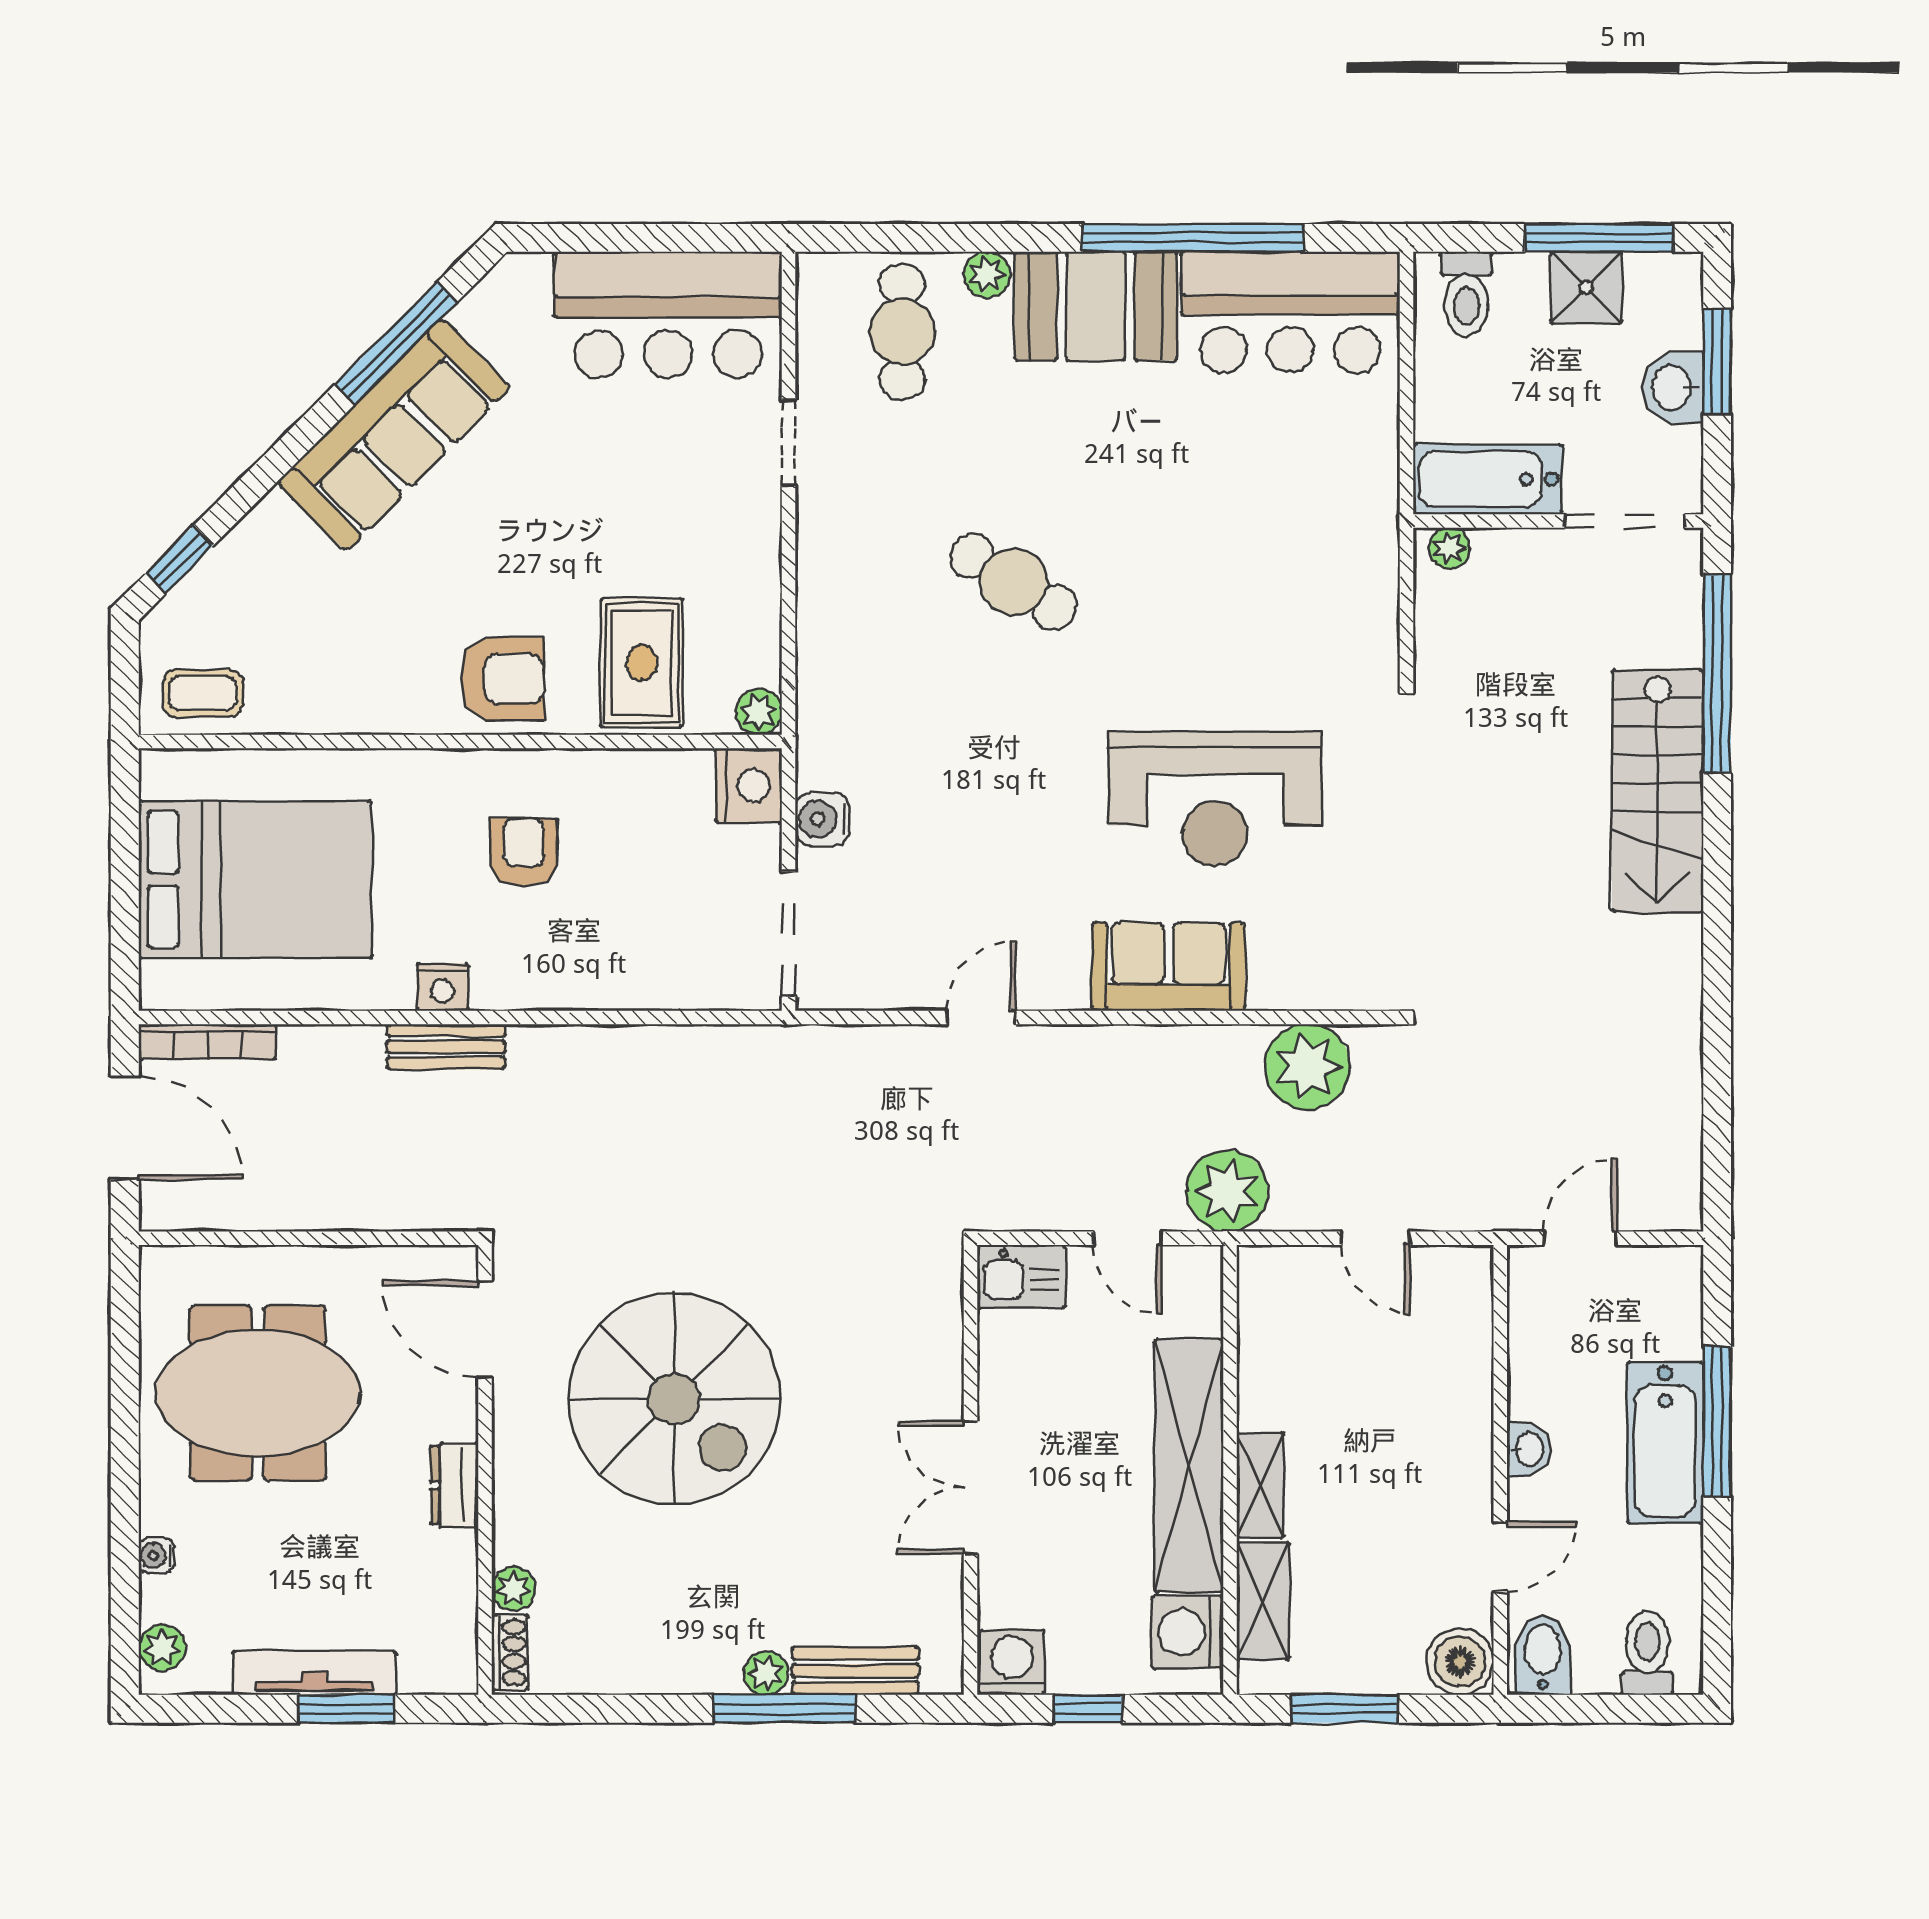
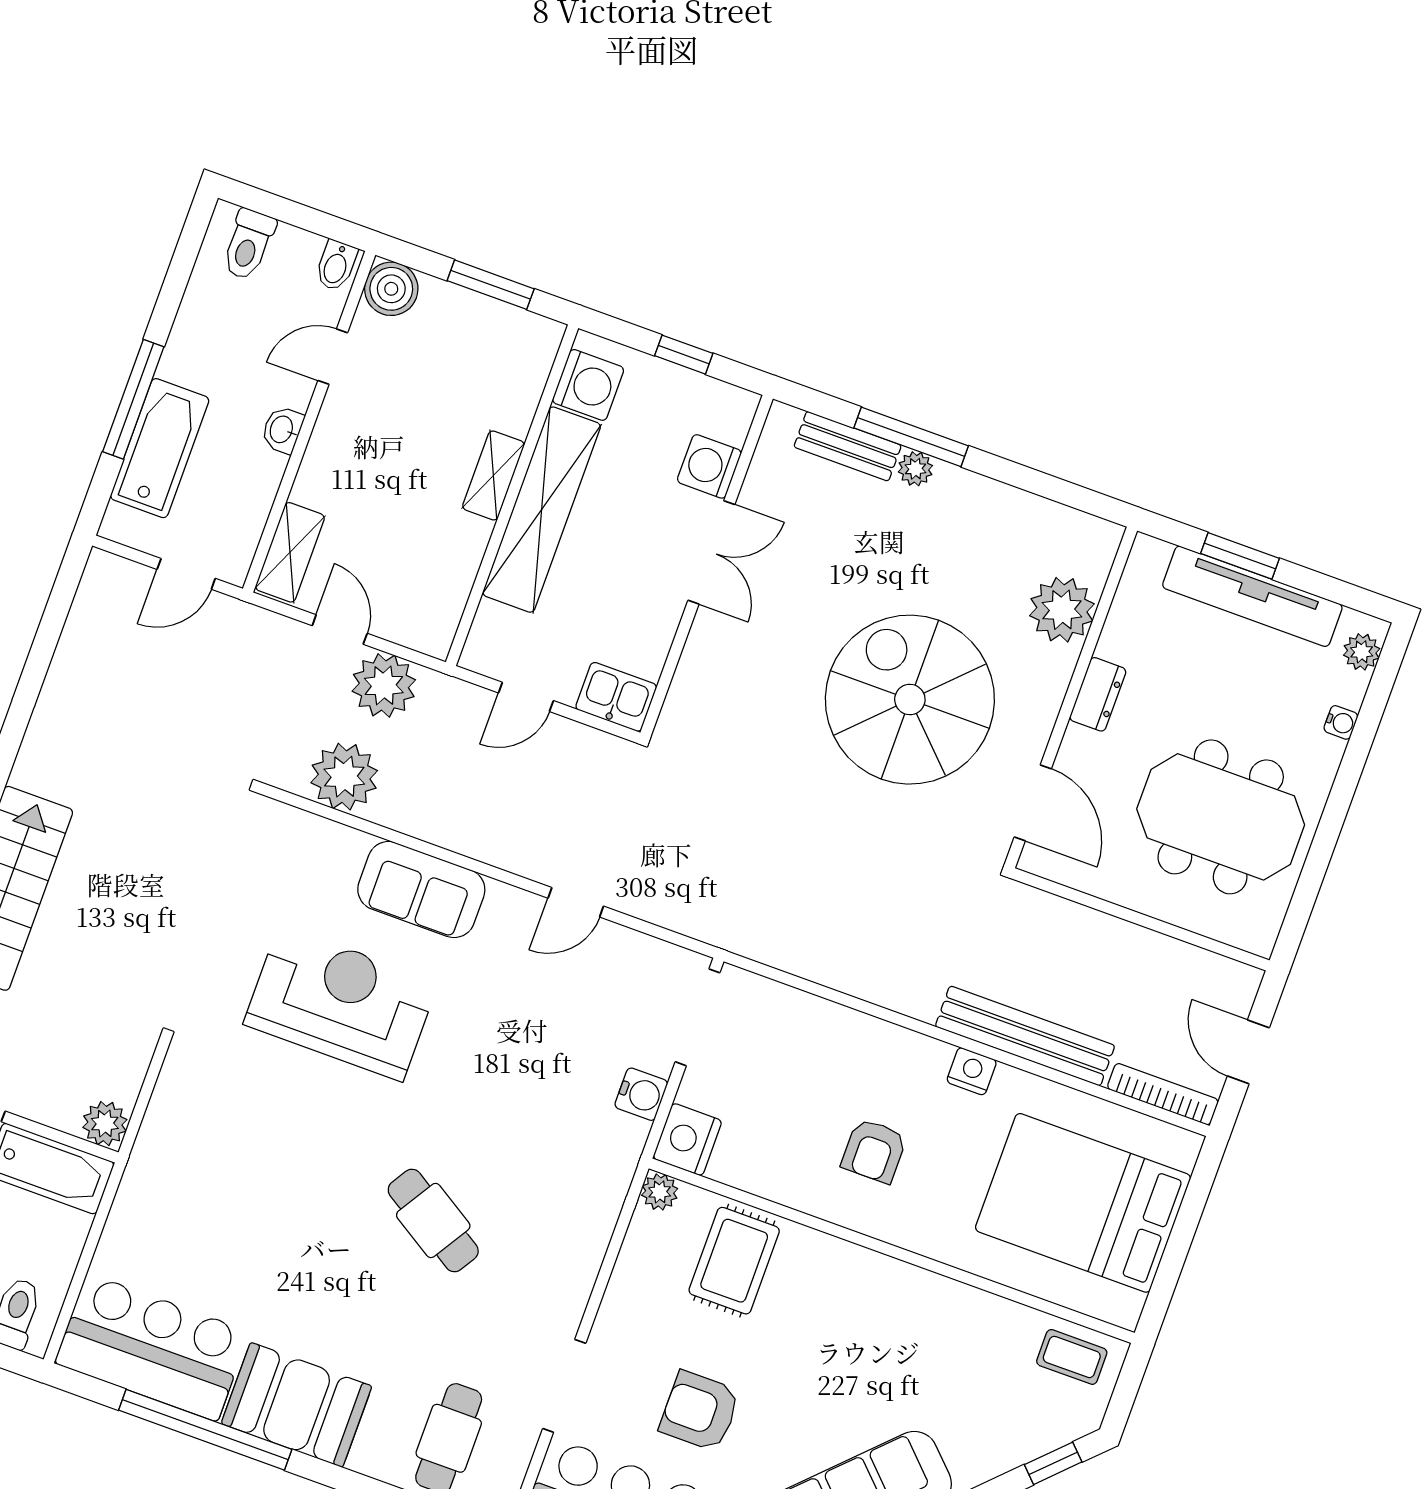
plant: (987, 275) -> (370, 1458), removed
doorway: (789, 443) -> (564, 1386), width x1.38
plant: (1449, 548) -> (105, 1124), width x1.38, depth x1.38
armchair: (502, 679) -> (700, 1411), moved
bench: (446, 1047) -> (1025, 1036), width x1.86, depth x1.21
door: (125, 1128) -> (1248, 1052), width x0.73
plant: (1227, 1191) -> (384, 685), moved
door: (1128, 1238) -> (526, 697), swing flipped
bathtub: (1665, 1443) -> (160, 448), moved
plant: (514, 1589) -> (1062, 610), width x1.88, depth x1.88
shelving: (1263, 1601) -> (290, 552), moved
shoe rack: (510, 1653) -> (1102, 554), removed
bidet: (1543, 1655) -> (336, 265), width x0.72, depth x0.74
washing machine: (1012, 1663) -> (709, 466), moved, turned 90
tv unit: (314, 1673) -> (1252, 596), width x1.36, depth x1.29

